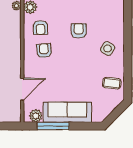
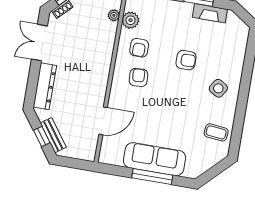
armchair: (79, 31) -> (186, 60), turned 90
plant: (36, 116) -> (114, 157), removed
window: (53, 126) -> (152, 177), moved

